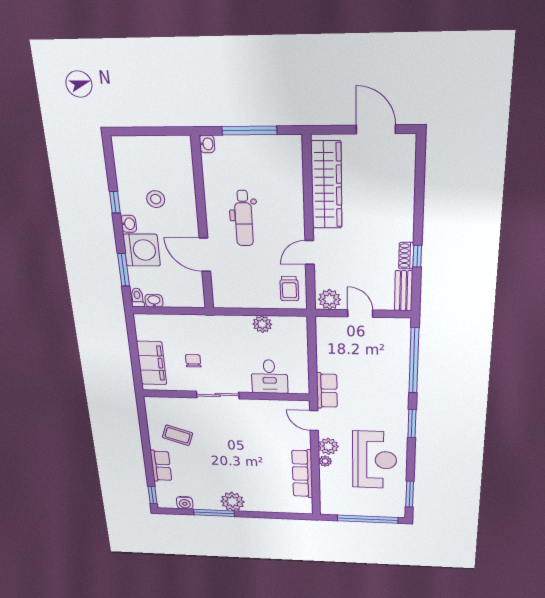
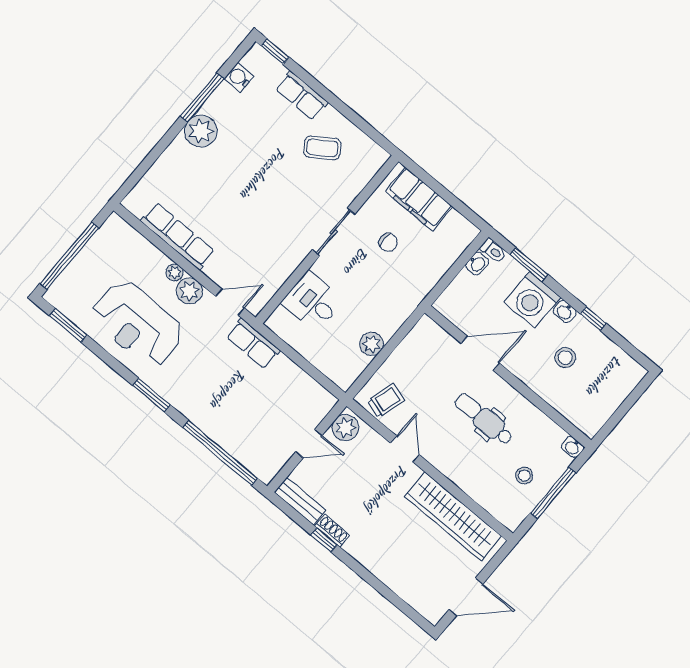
stool: (256, 160) -> (524, 476), added
trolley: (289, 289) -> (386, 401), turned 106
coffee table: (178, 435) -> (322, 148), turned 37

